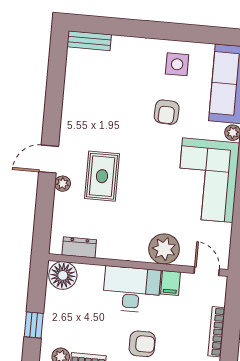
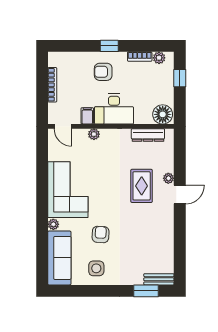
window: (109, 26) -> (146, 291), added
dresser: (79, 247) -> (148, 135), width x1.44
plant: (164, 249) -> (94, 134), width x0.53, depth x0.53

